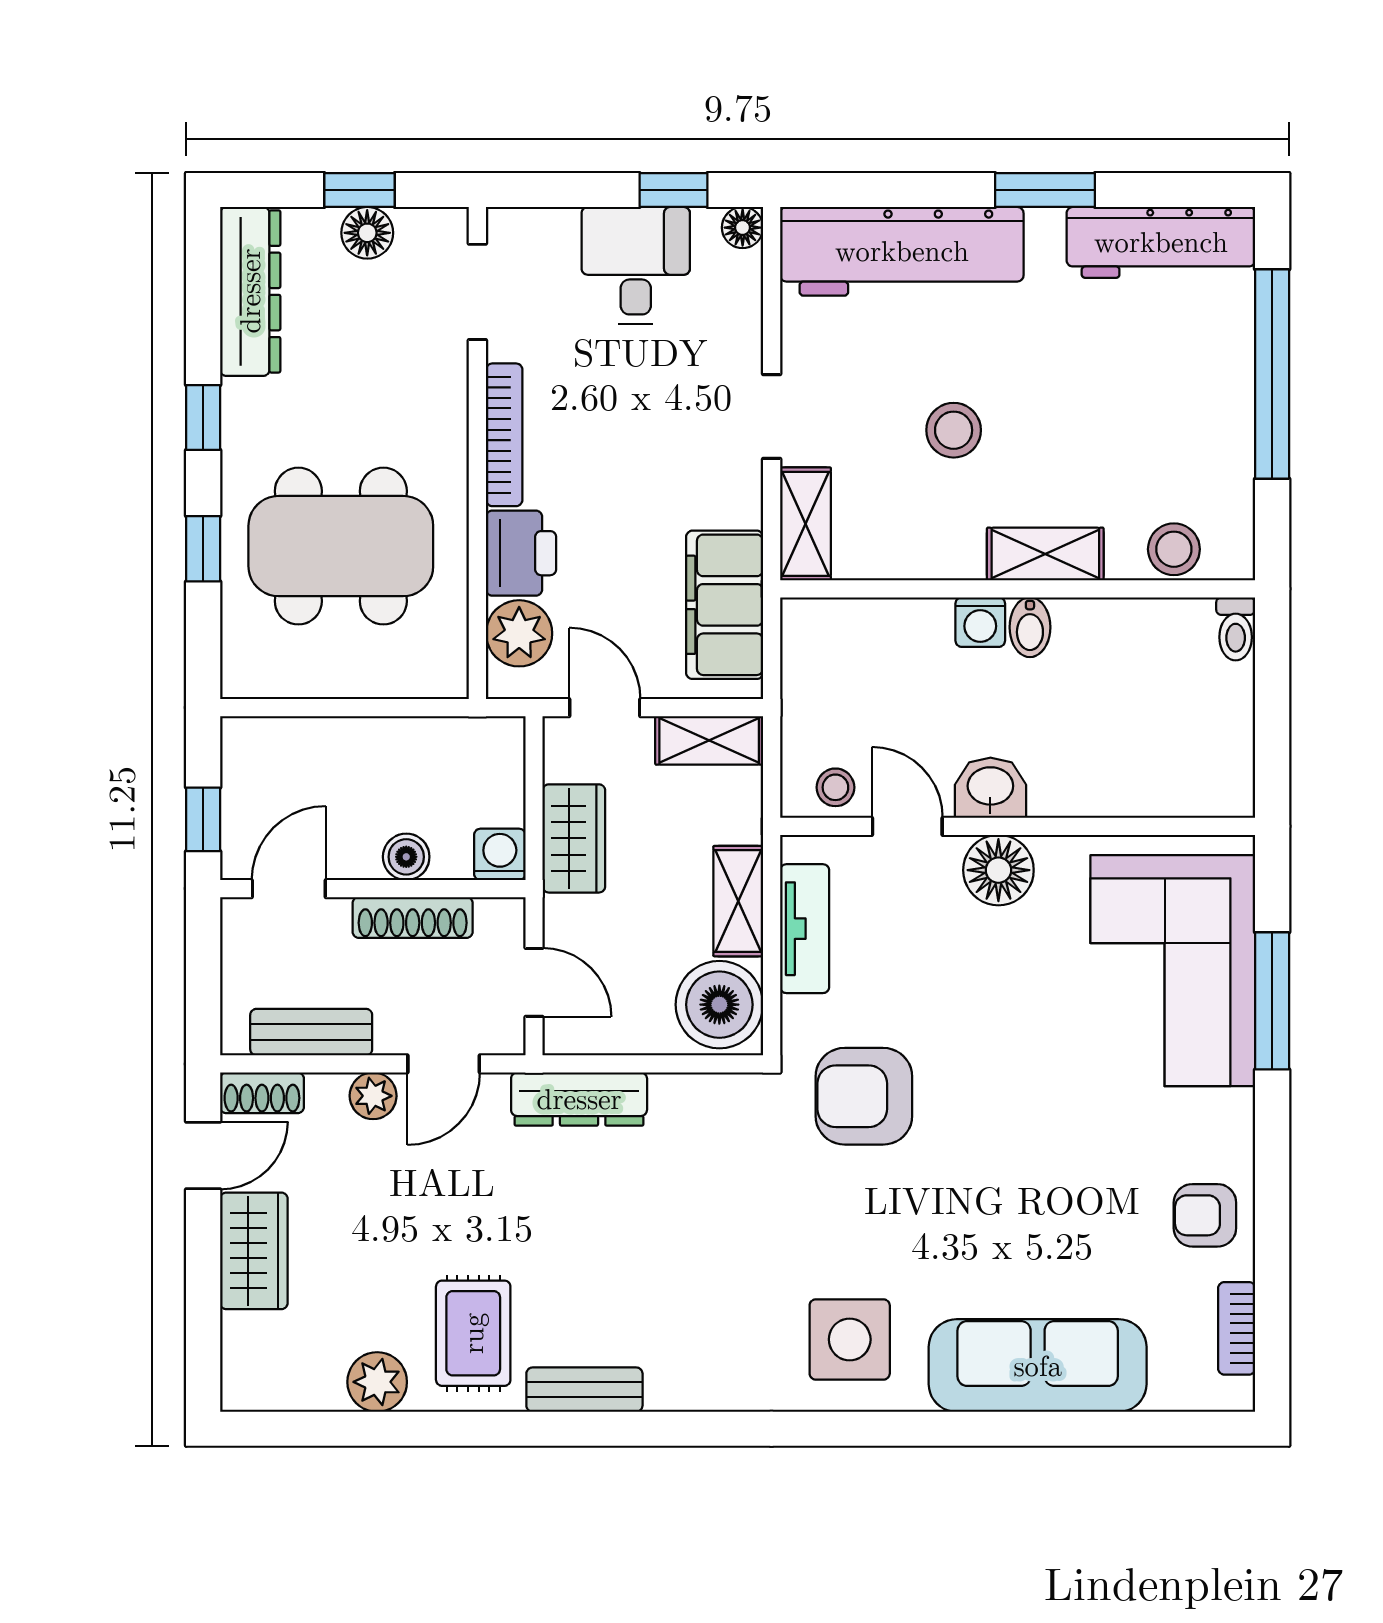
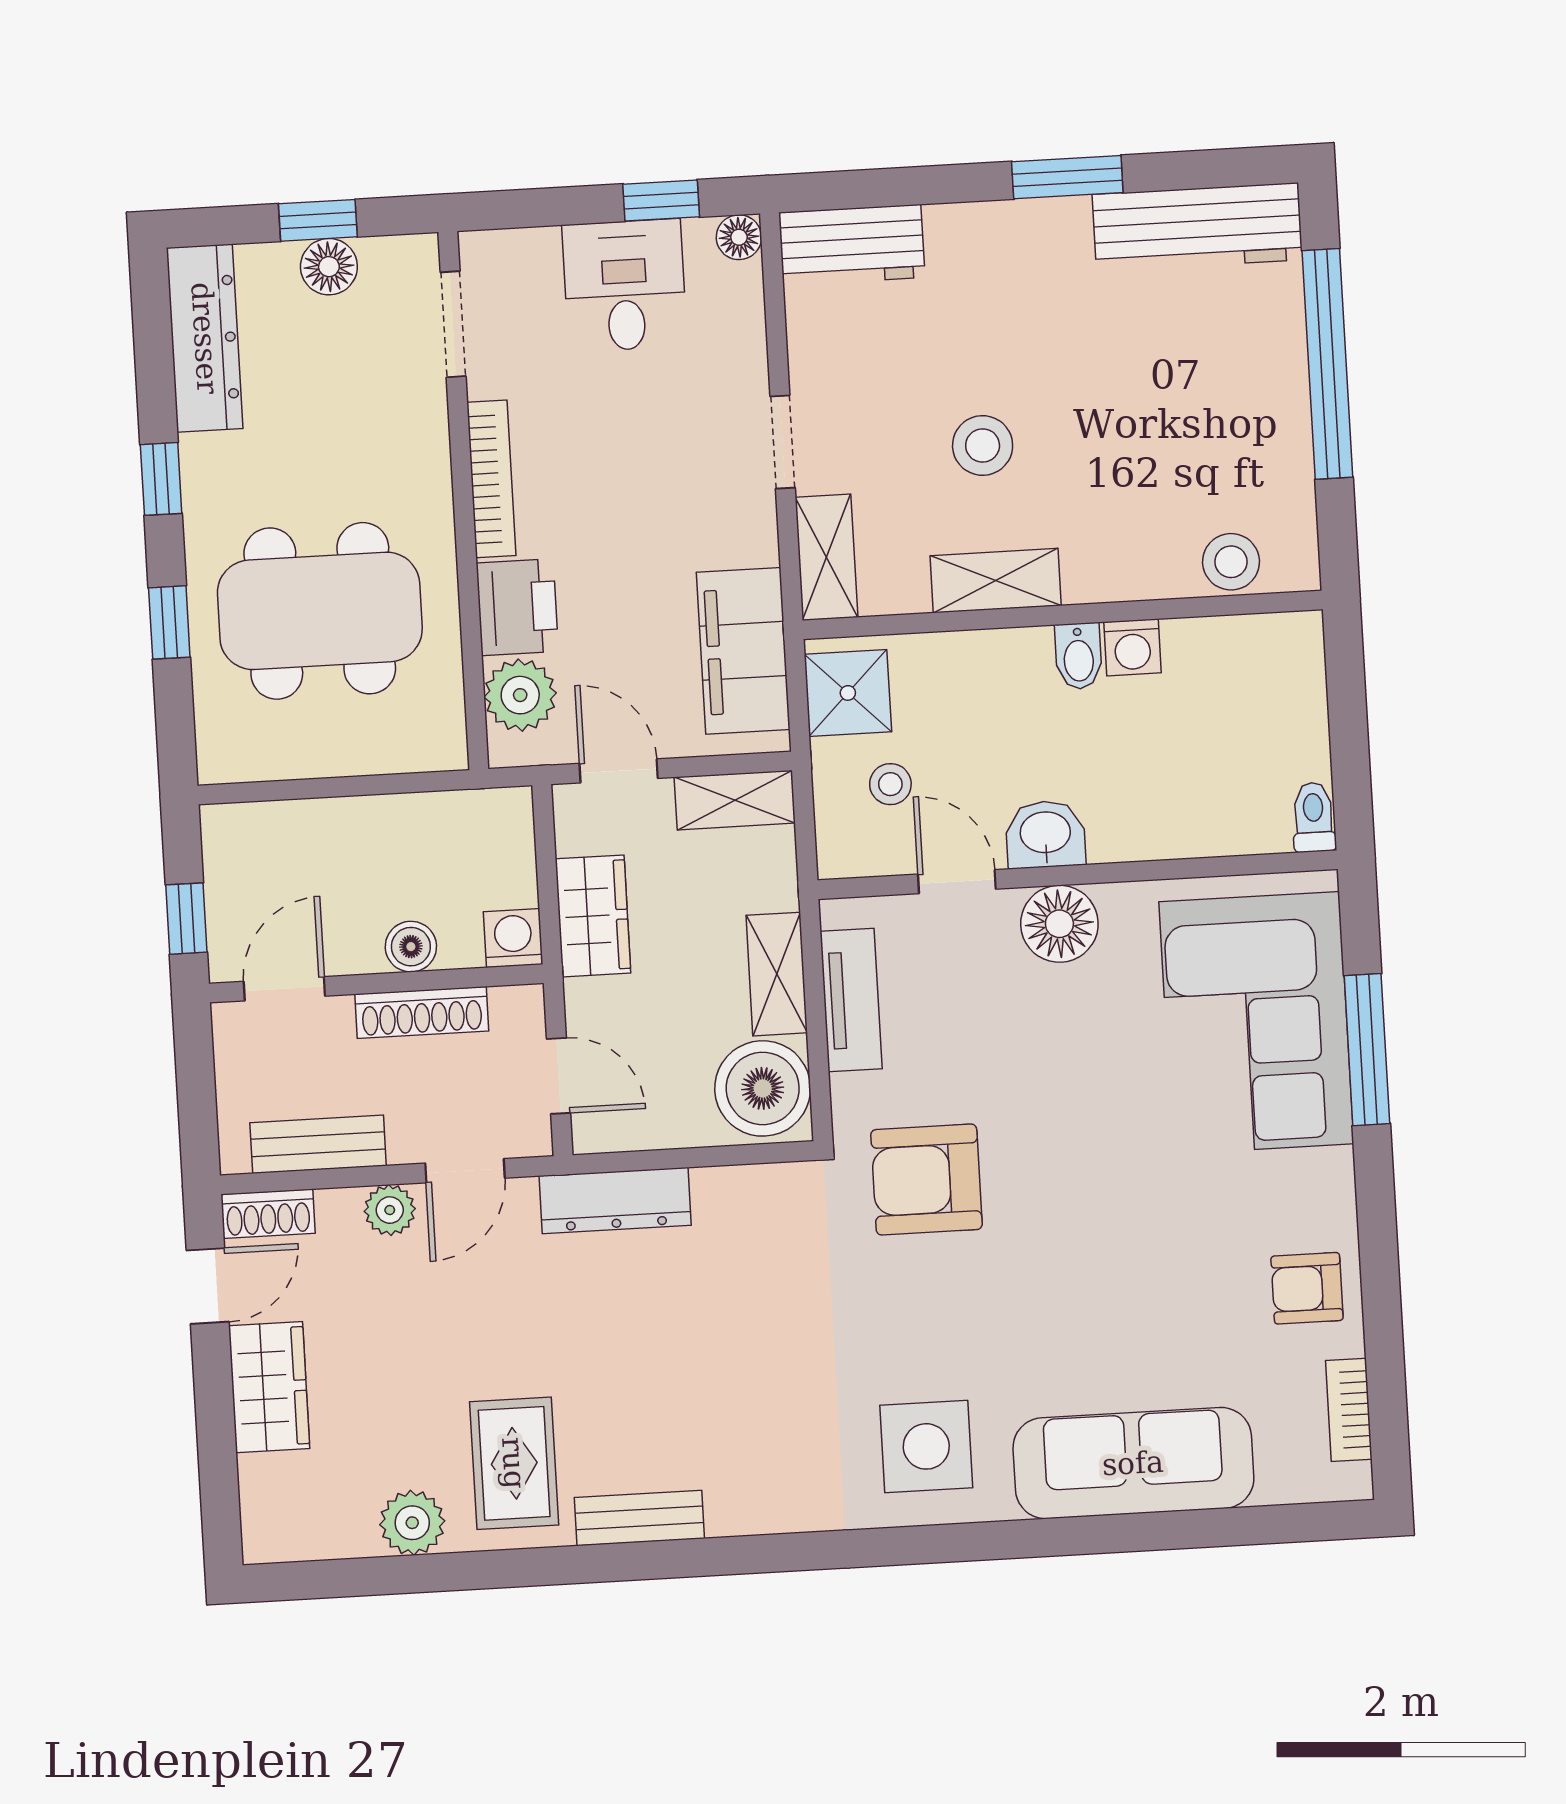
workbench: (902, 251) -> (852, 245), width x0.53, depth x0.76
shelving: (1045, 554) -> (996, 581), moved
washing machine: (980, 622) -> (1133, 647), moved
toilet: (1236, 629) -> (1314, 817), moved, turned 180
shower: (818, 649) -> (848, 693), added
stool: (835, 787) -> (890, 784), moved

